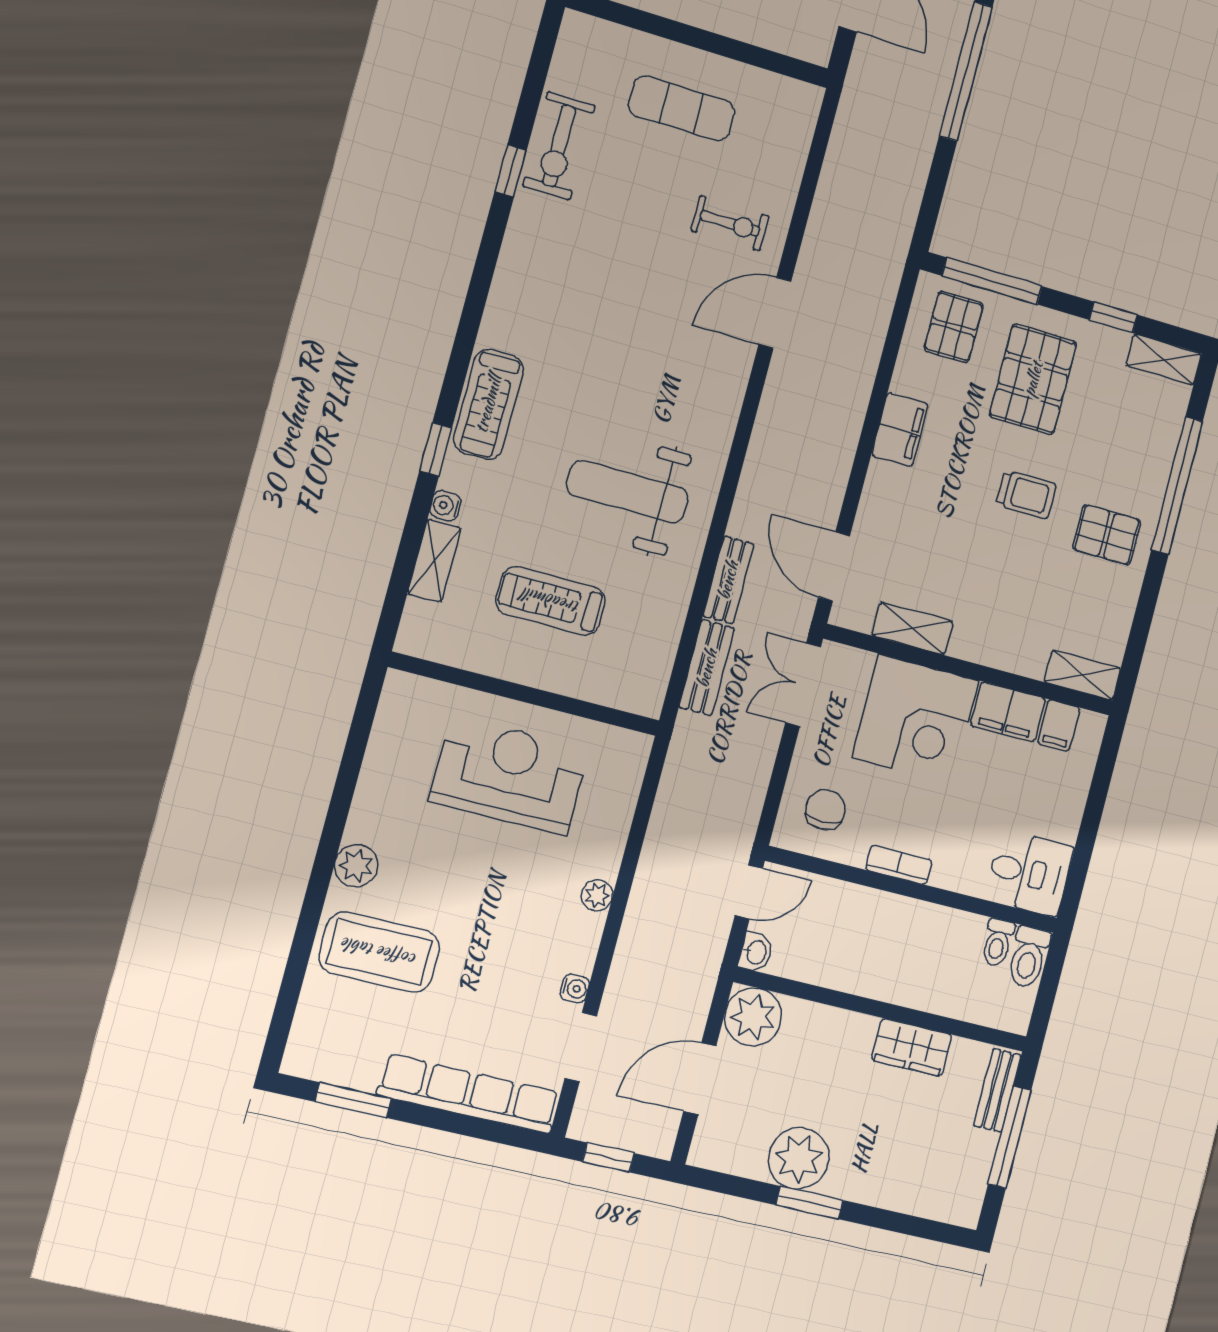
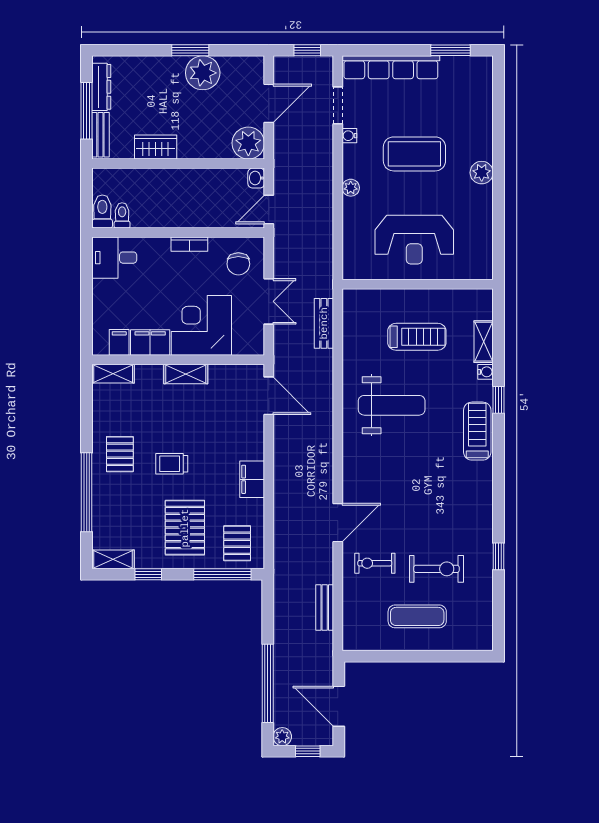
exercise bike: (559, 146) -> (437, 569), moved, turned 90
pallet: (1107, 535) -> (120, 454), turned 90
bench: (728, 580) -> (325, 608), moved
shelving: (913, 628) -> (186, 374), moved
double door: (803, 685) -> (269, 301), moved
coffee table: (379, 952) -> (414, 154), moved
dresser: (975, 1173) -> (101, 87), added

